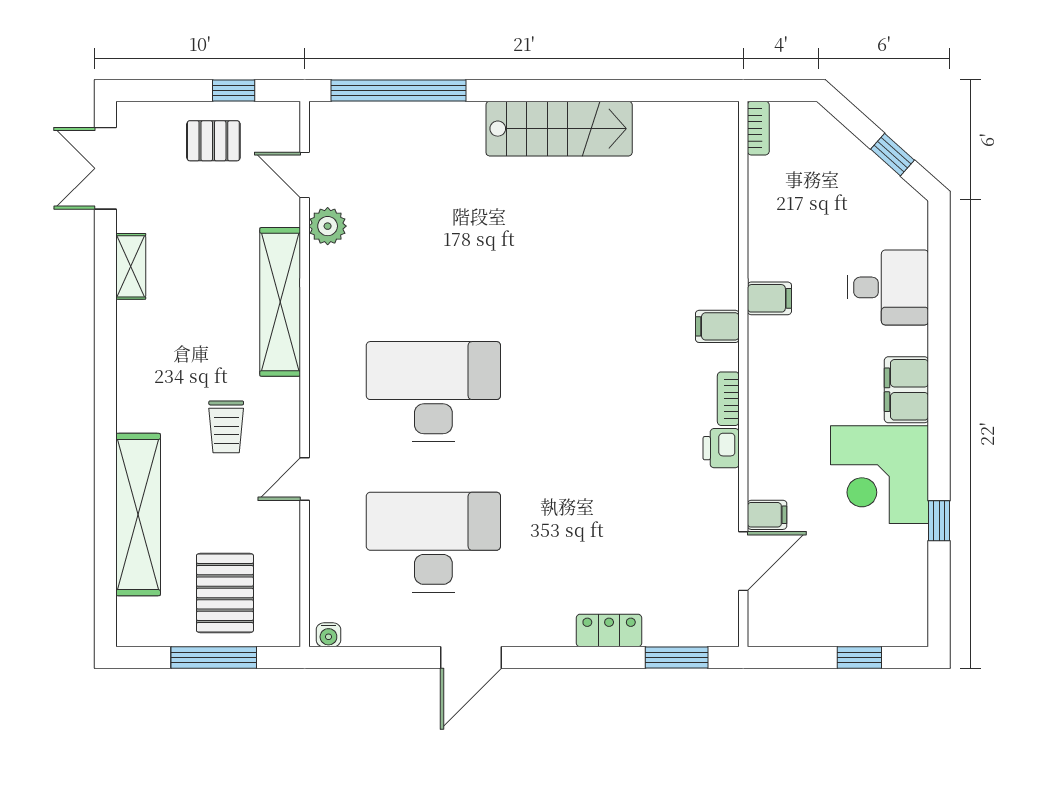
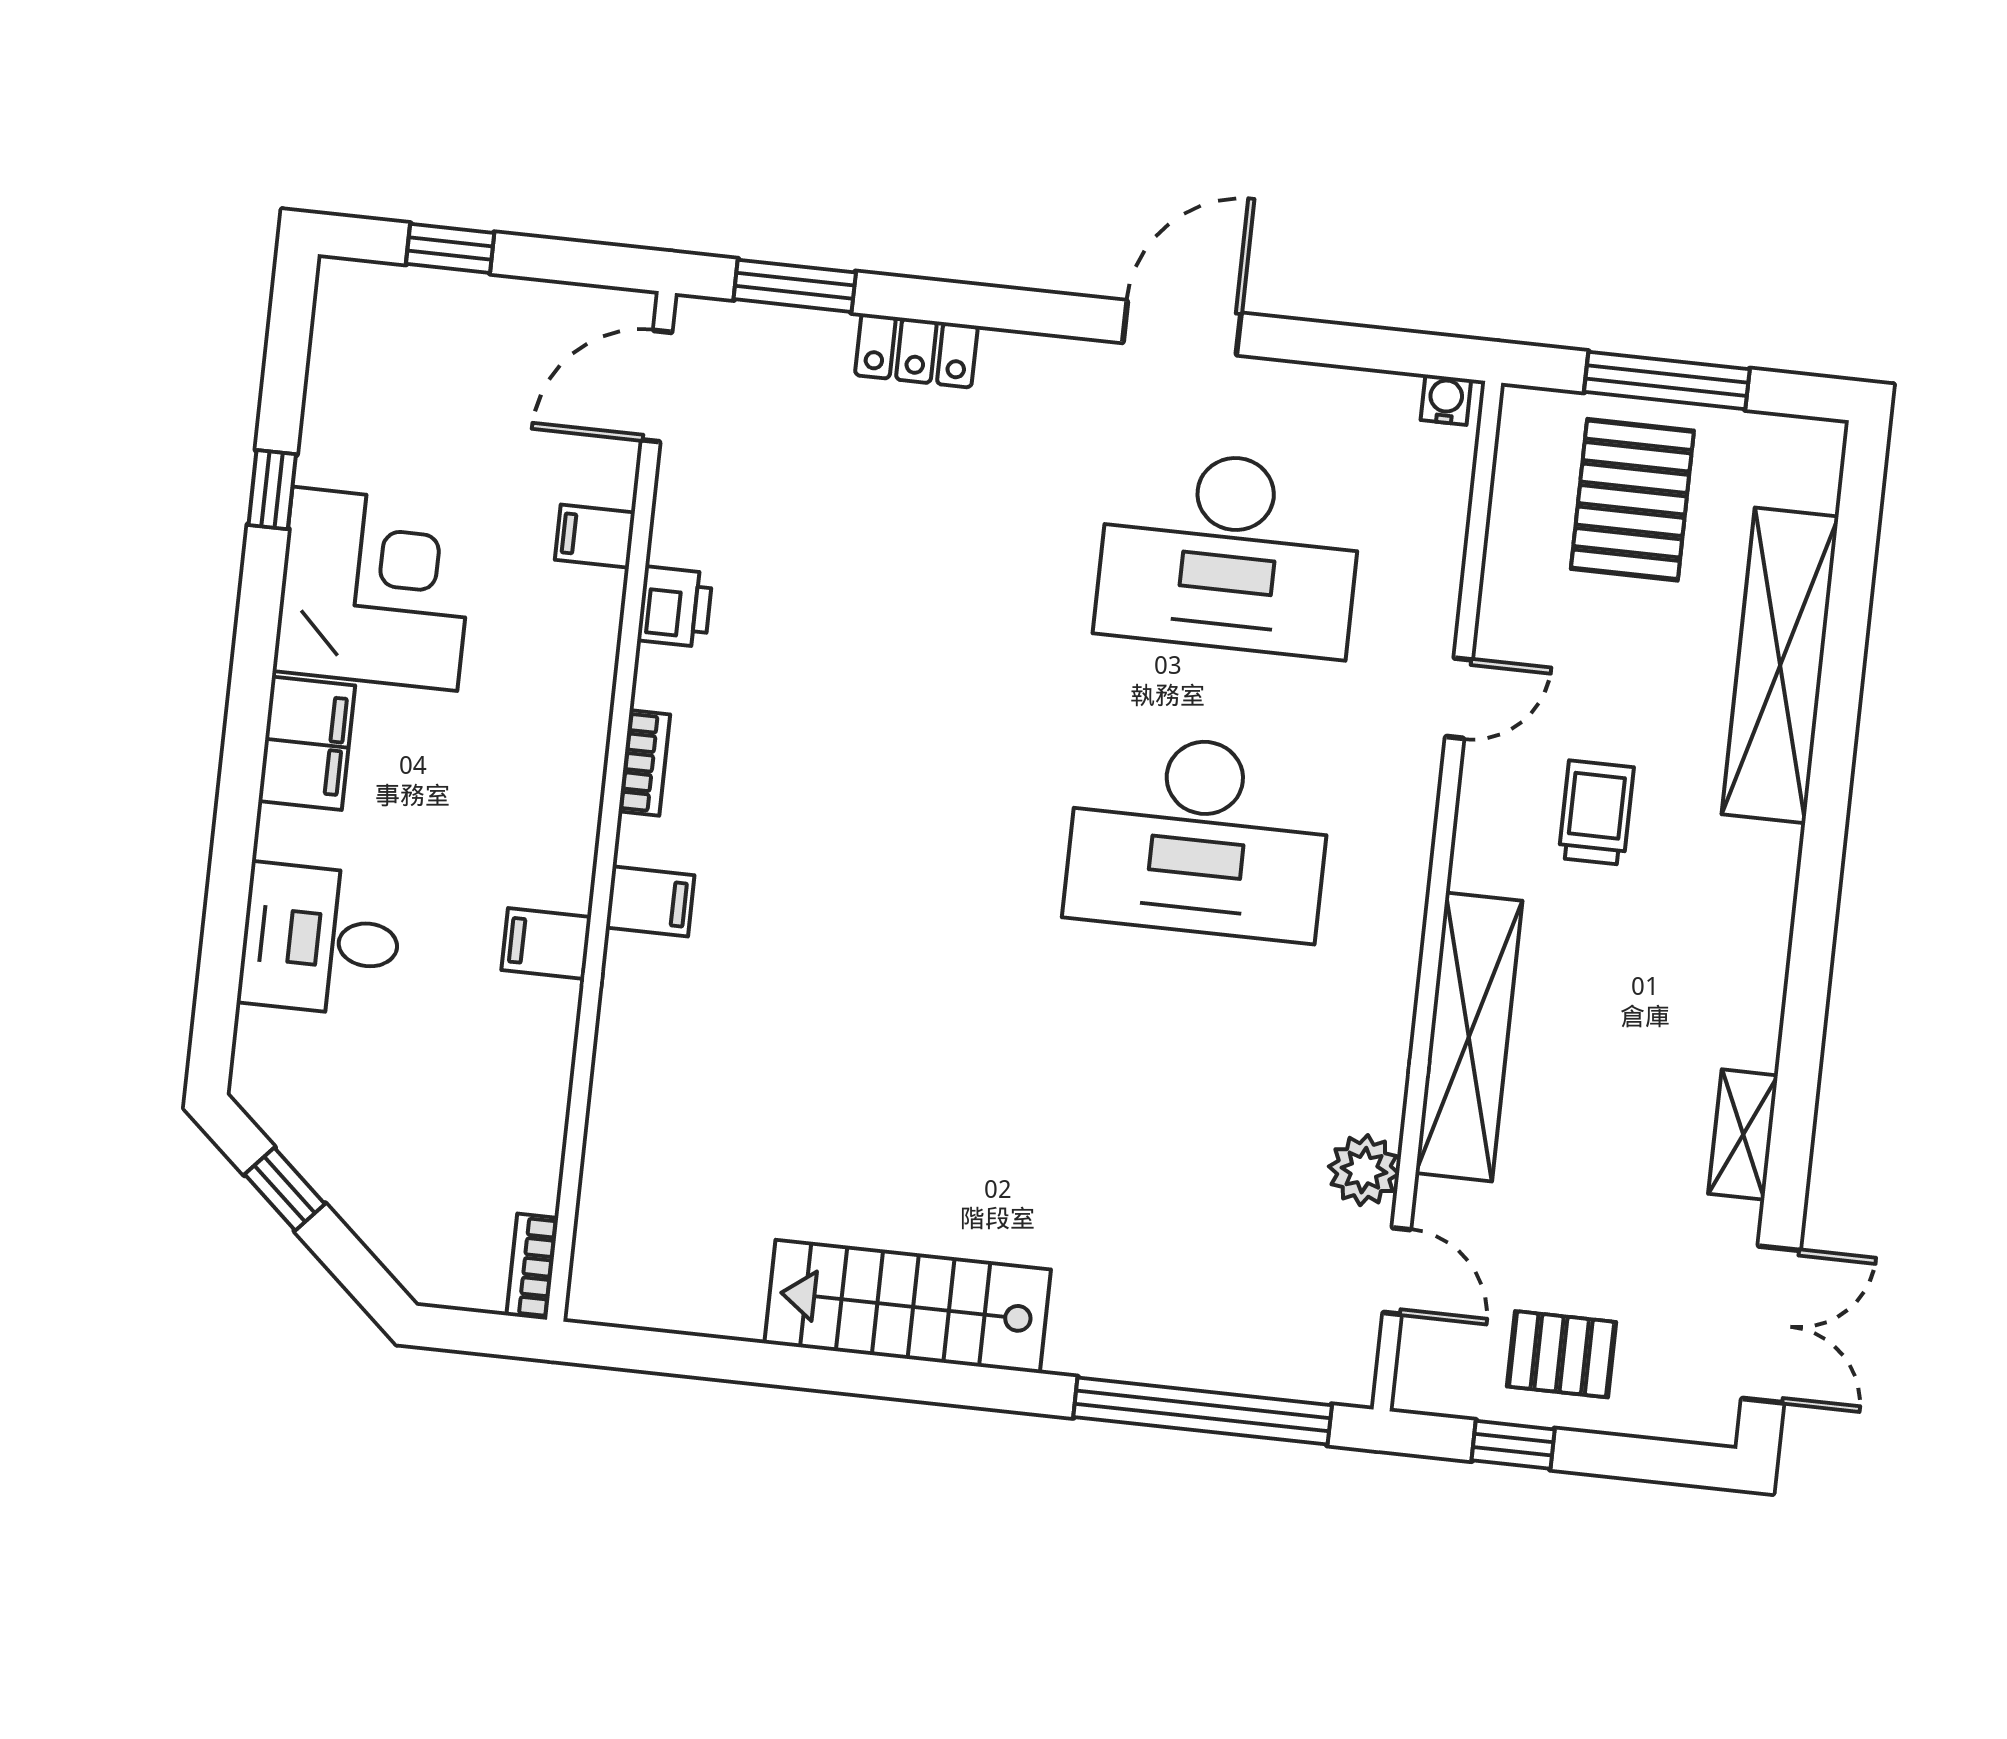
printer: (721, 448) -> (675, 607), moved
door: (743, 561) -> (657, 386), moved

